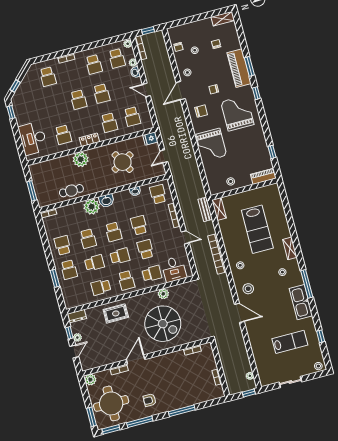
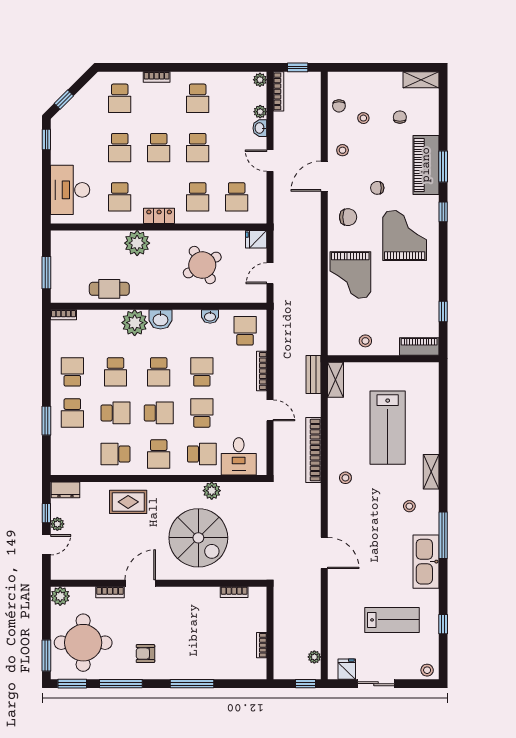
school desk: (117, 58) -> (120, 148), moved
stool: (248, 289) -> (348, 518), removed
fridge: (271, 378) -> (347, 669), added

